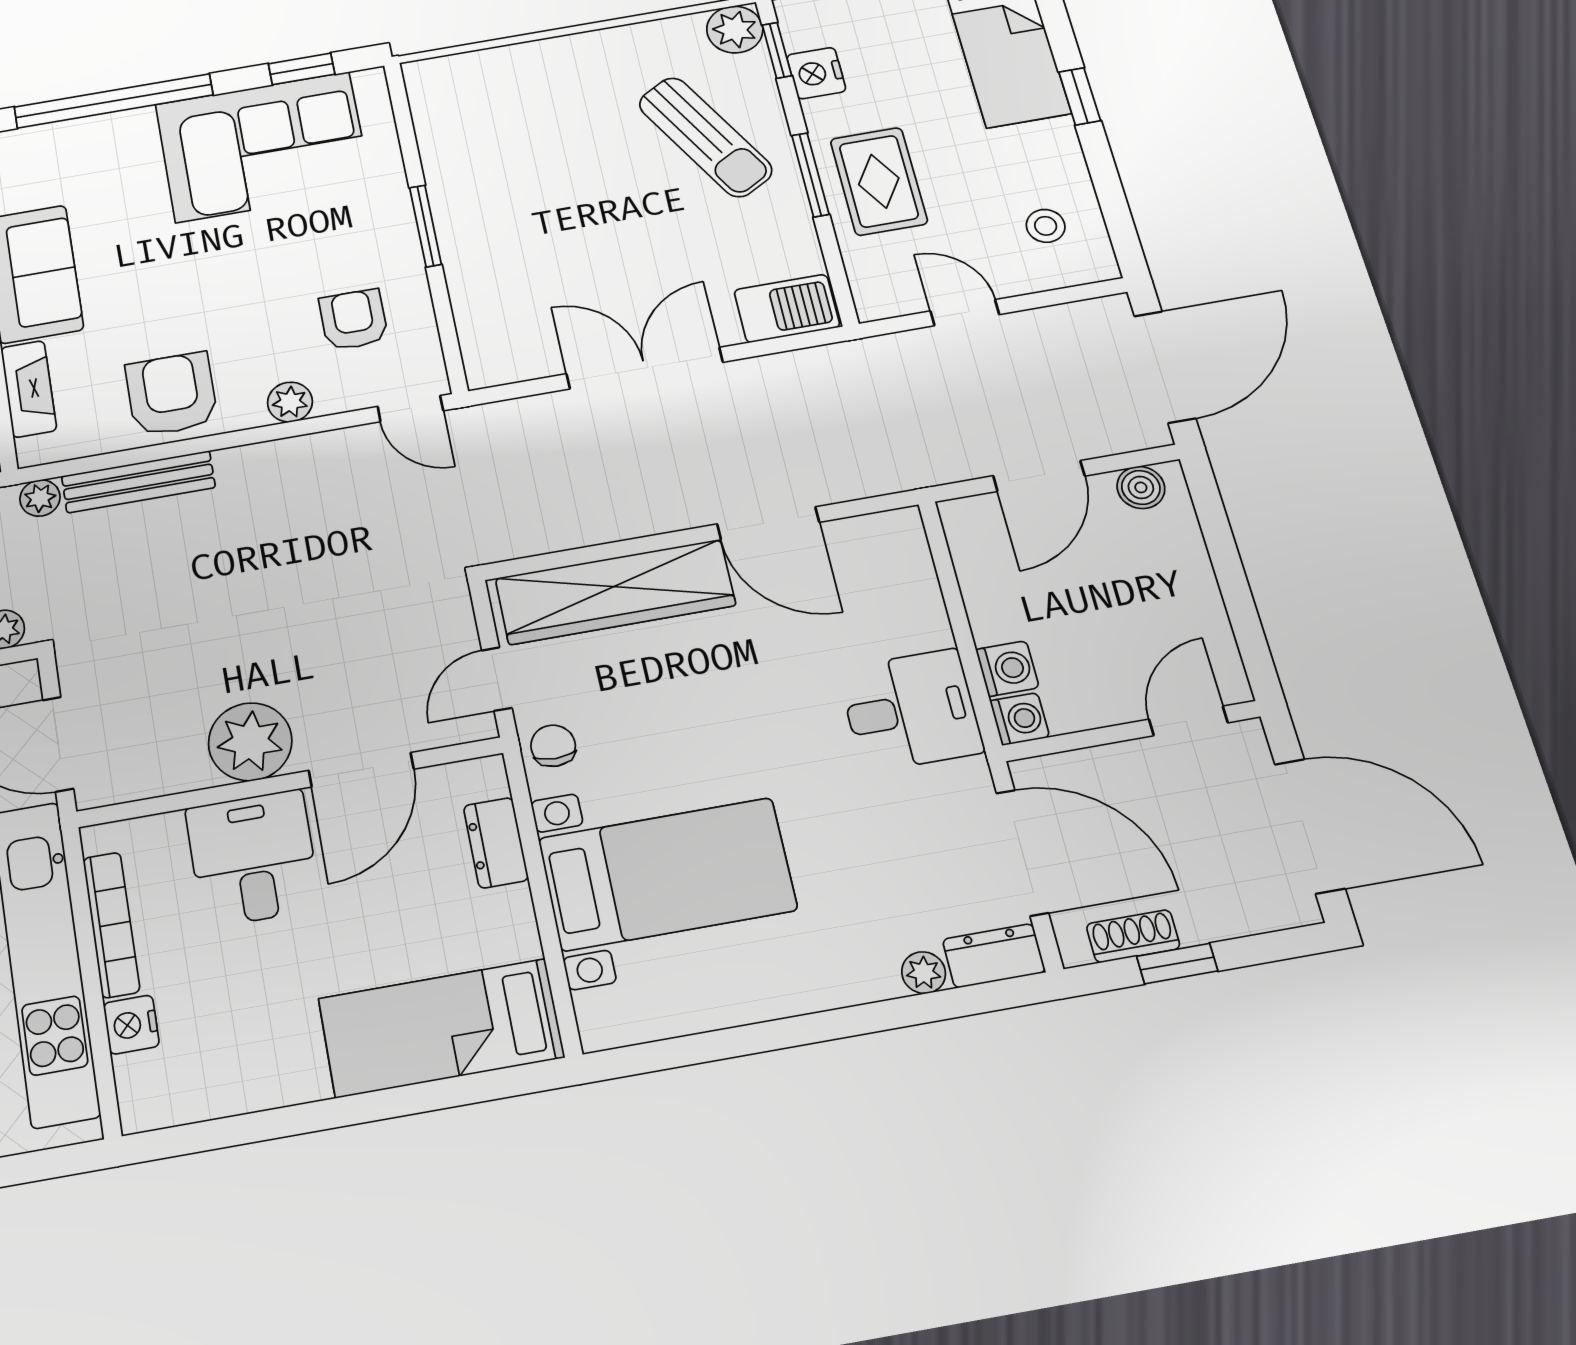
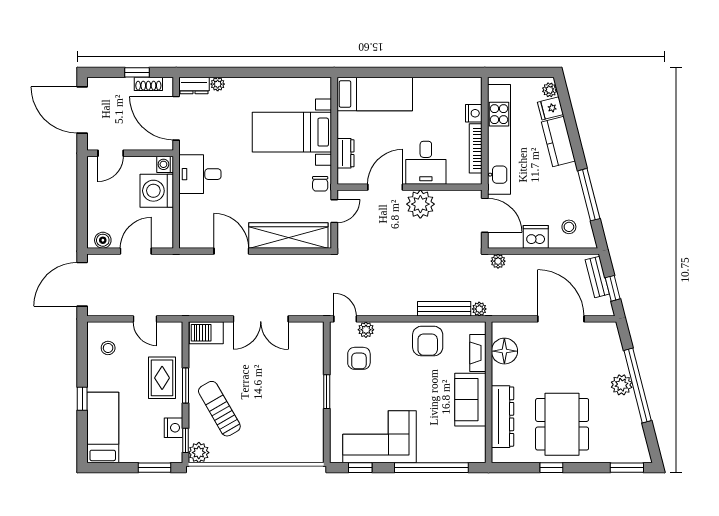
plant: (290, 402) -> (366, 330), moved
washing machine: (1007, 669) -> (157, 191), width x1.89, depth x1.89

